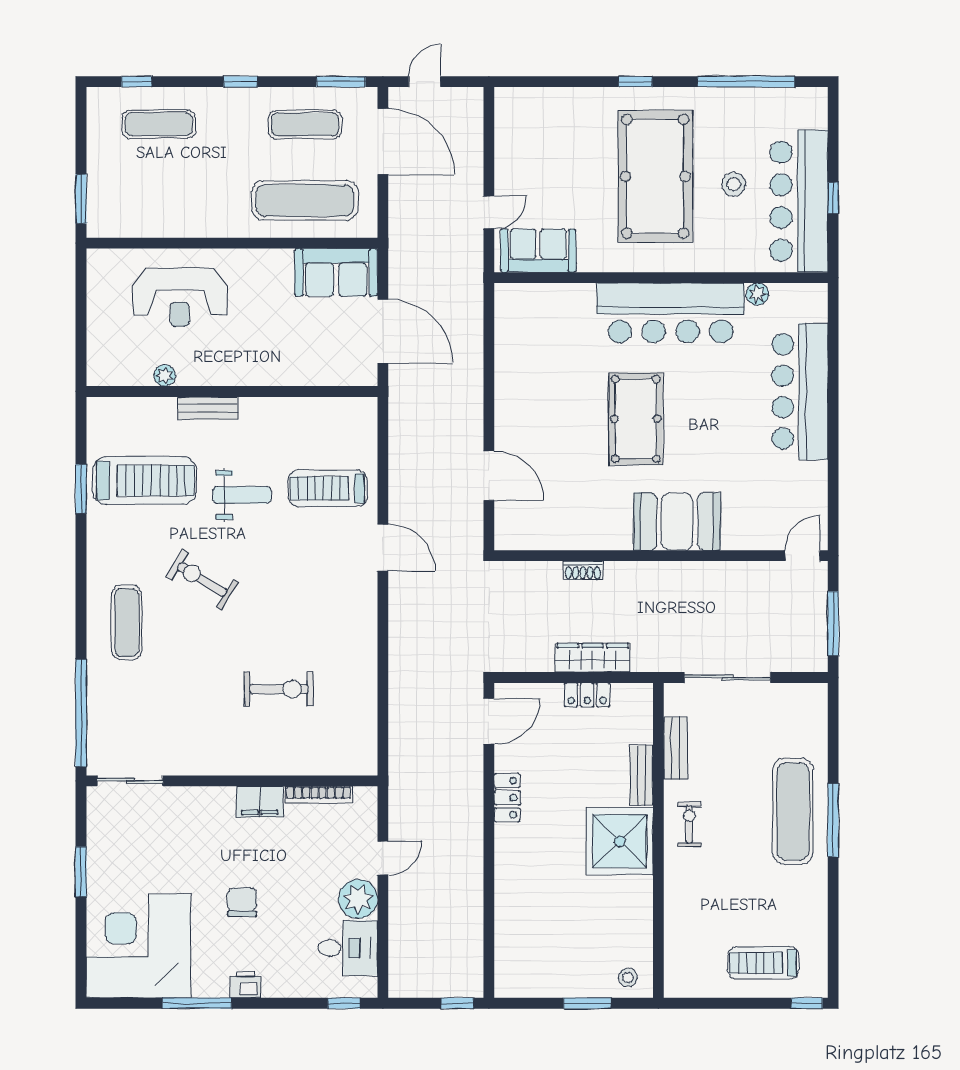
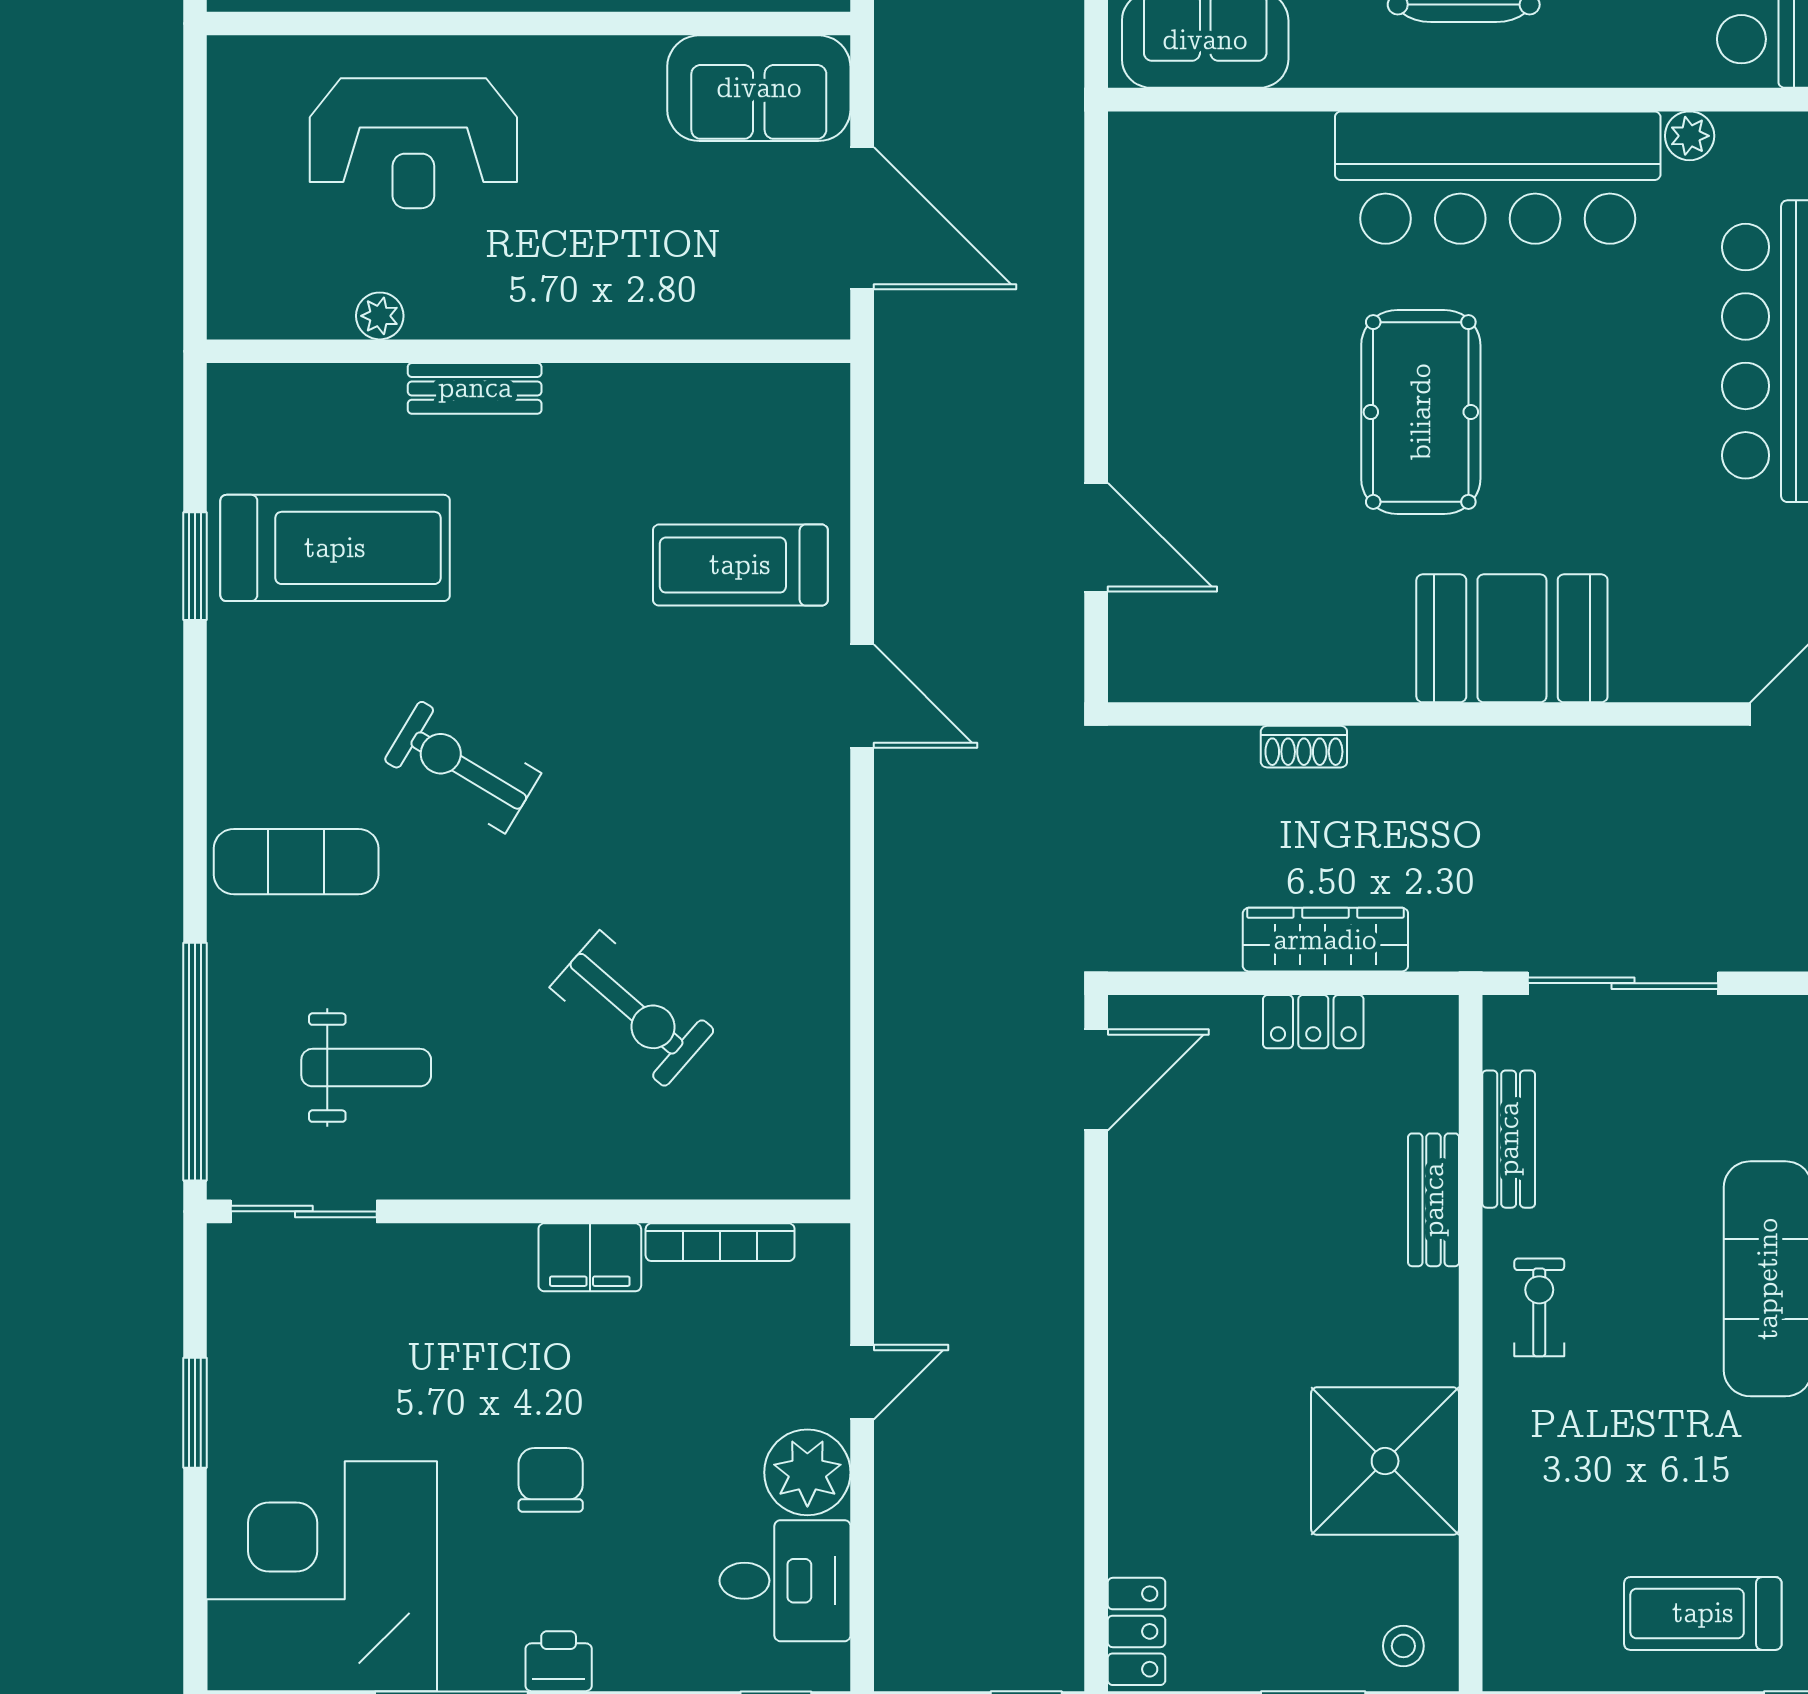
weight bench: (242, 495) -> (366, 1068), moved
exercise mat: (127, 622) -> (296, 862), turned 90
exercise bike: (279, 689) -> (632, 1009), turned 41
locker: (507, 798) -> (1137, 1631), moved
shower: (620, 841) -> (1385, 1461), moved

